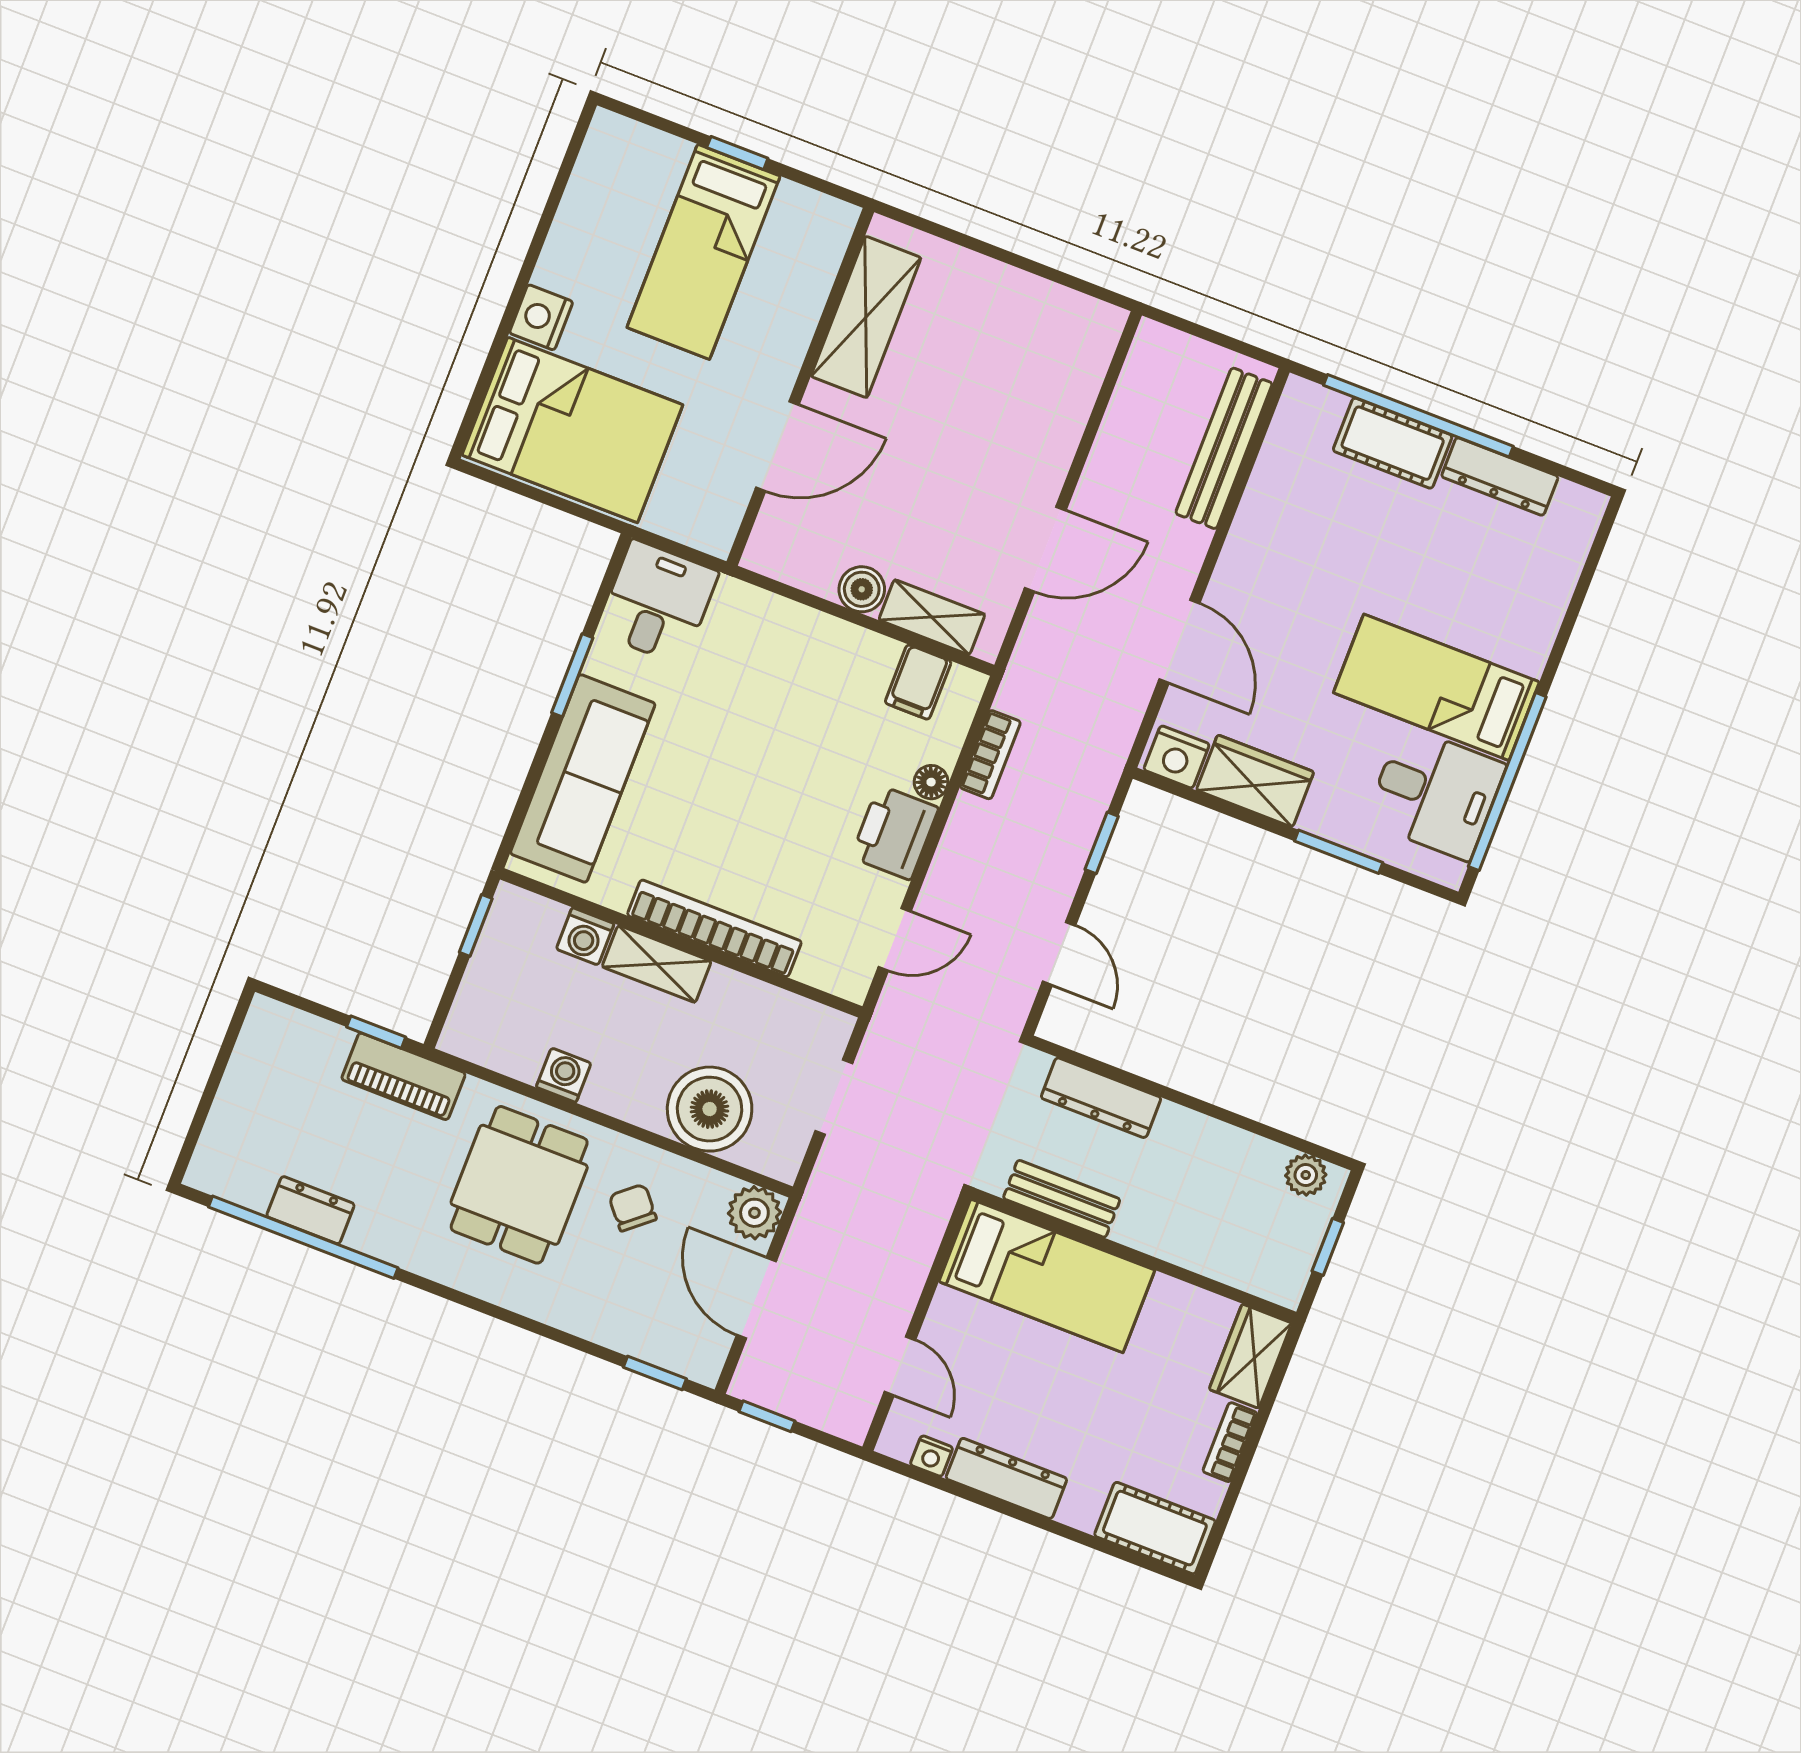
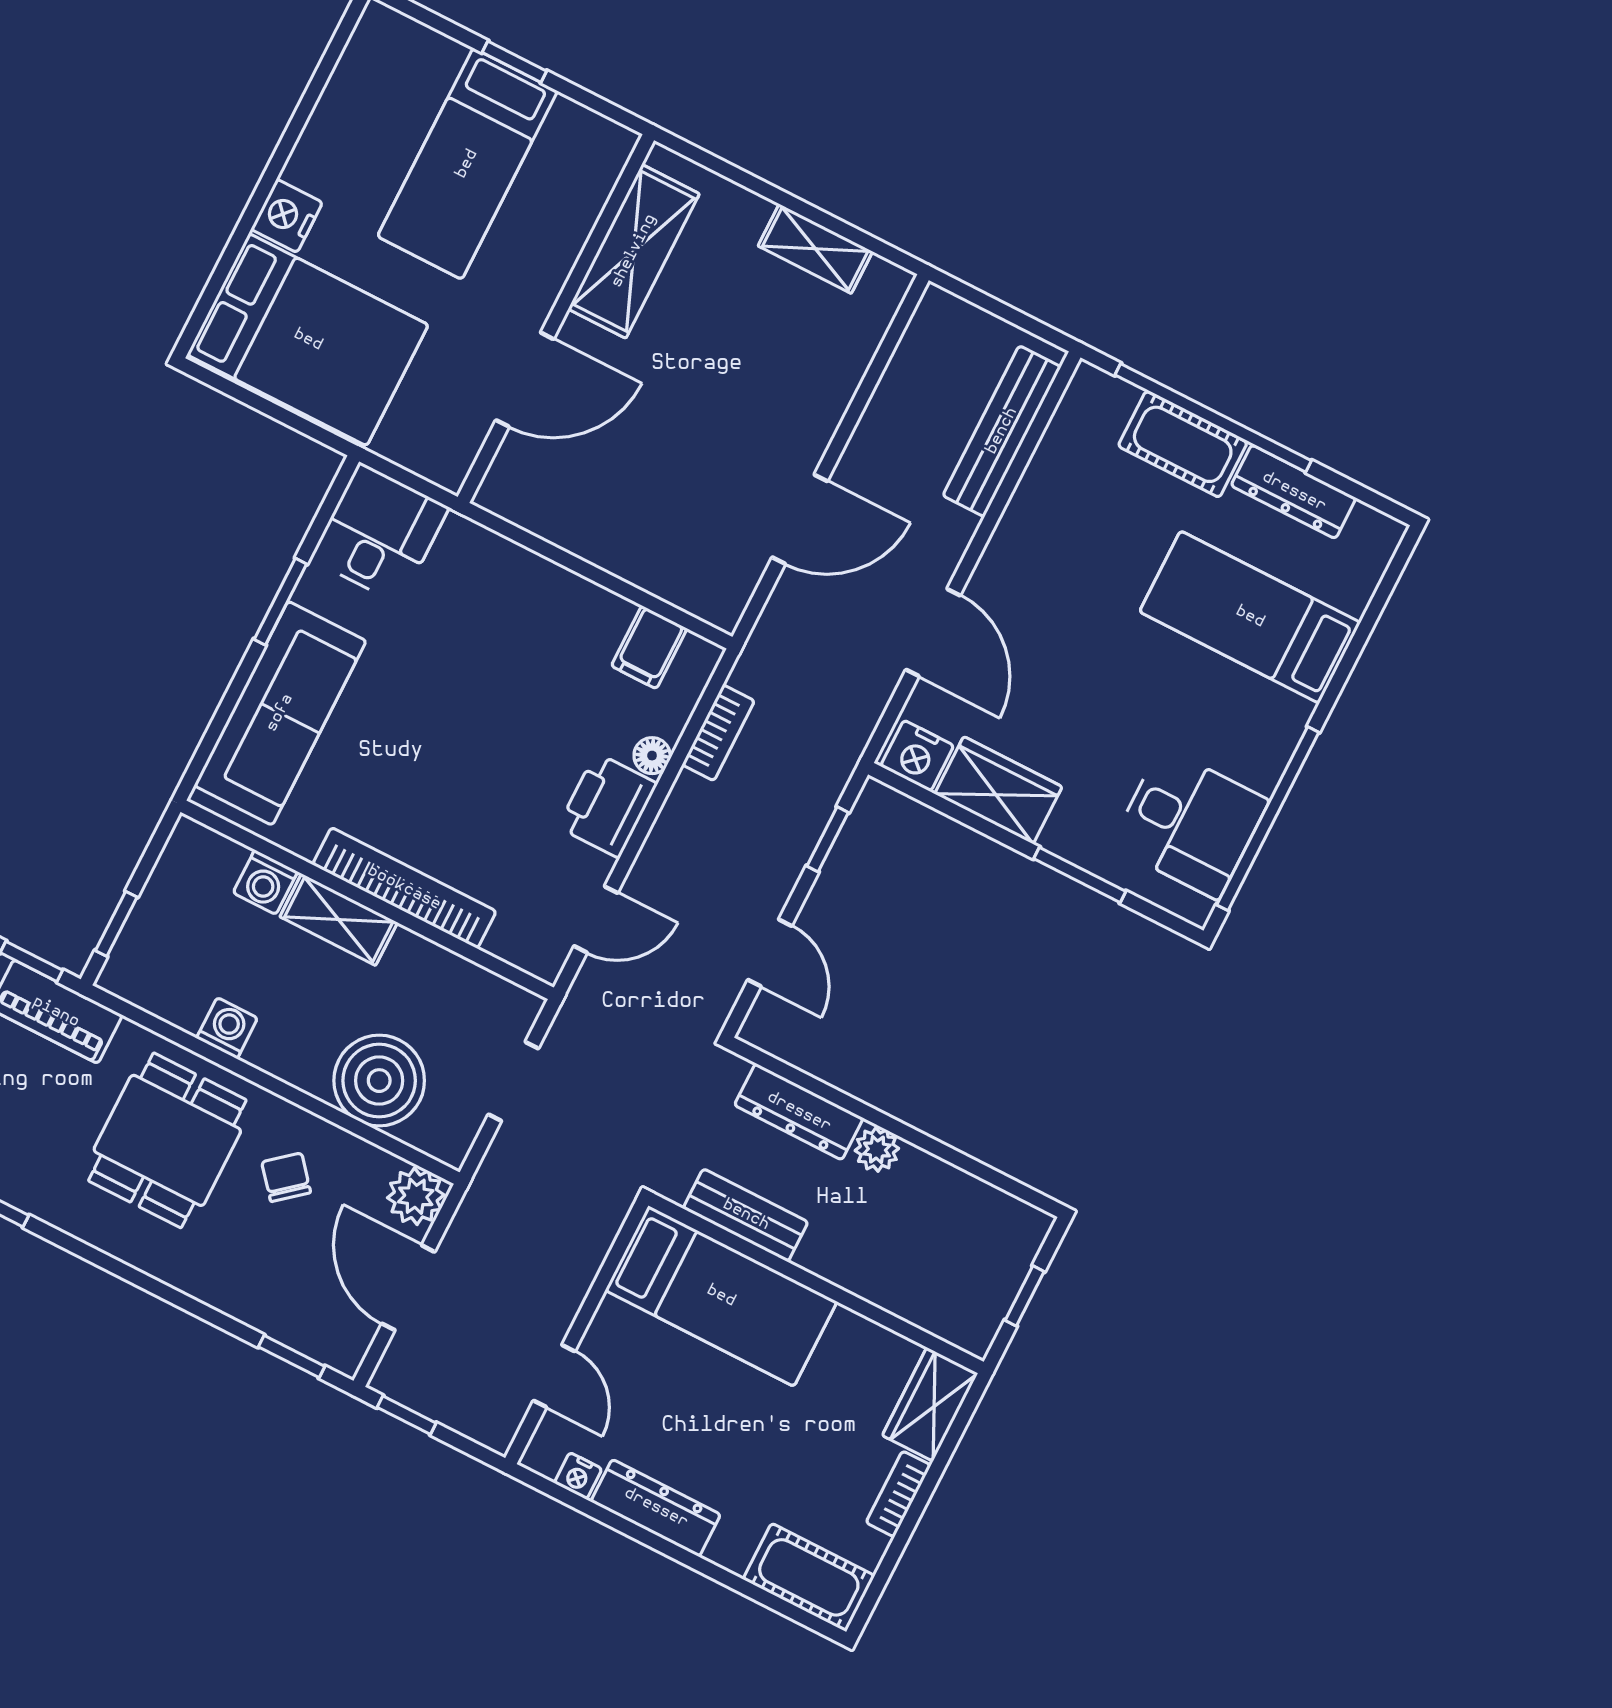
boiler: (862, 589) -> (599, 542), removed
shelving: (932, 617) -> (815, 249), moved
bed: (1436, 687) -> (1250, 617), moved
window: (476, 925) -> (116, 924), moved
plant: (1306, 1175) -> (877, 1150), moved

